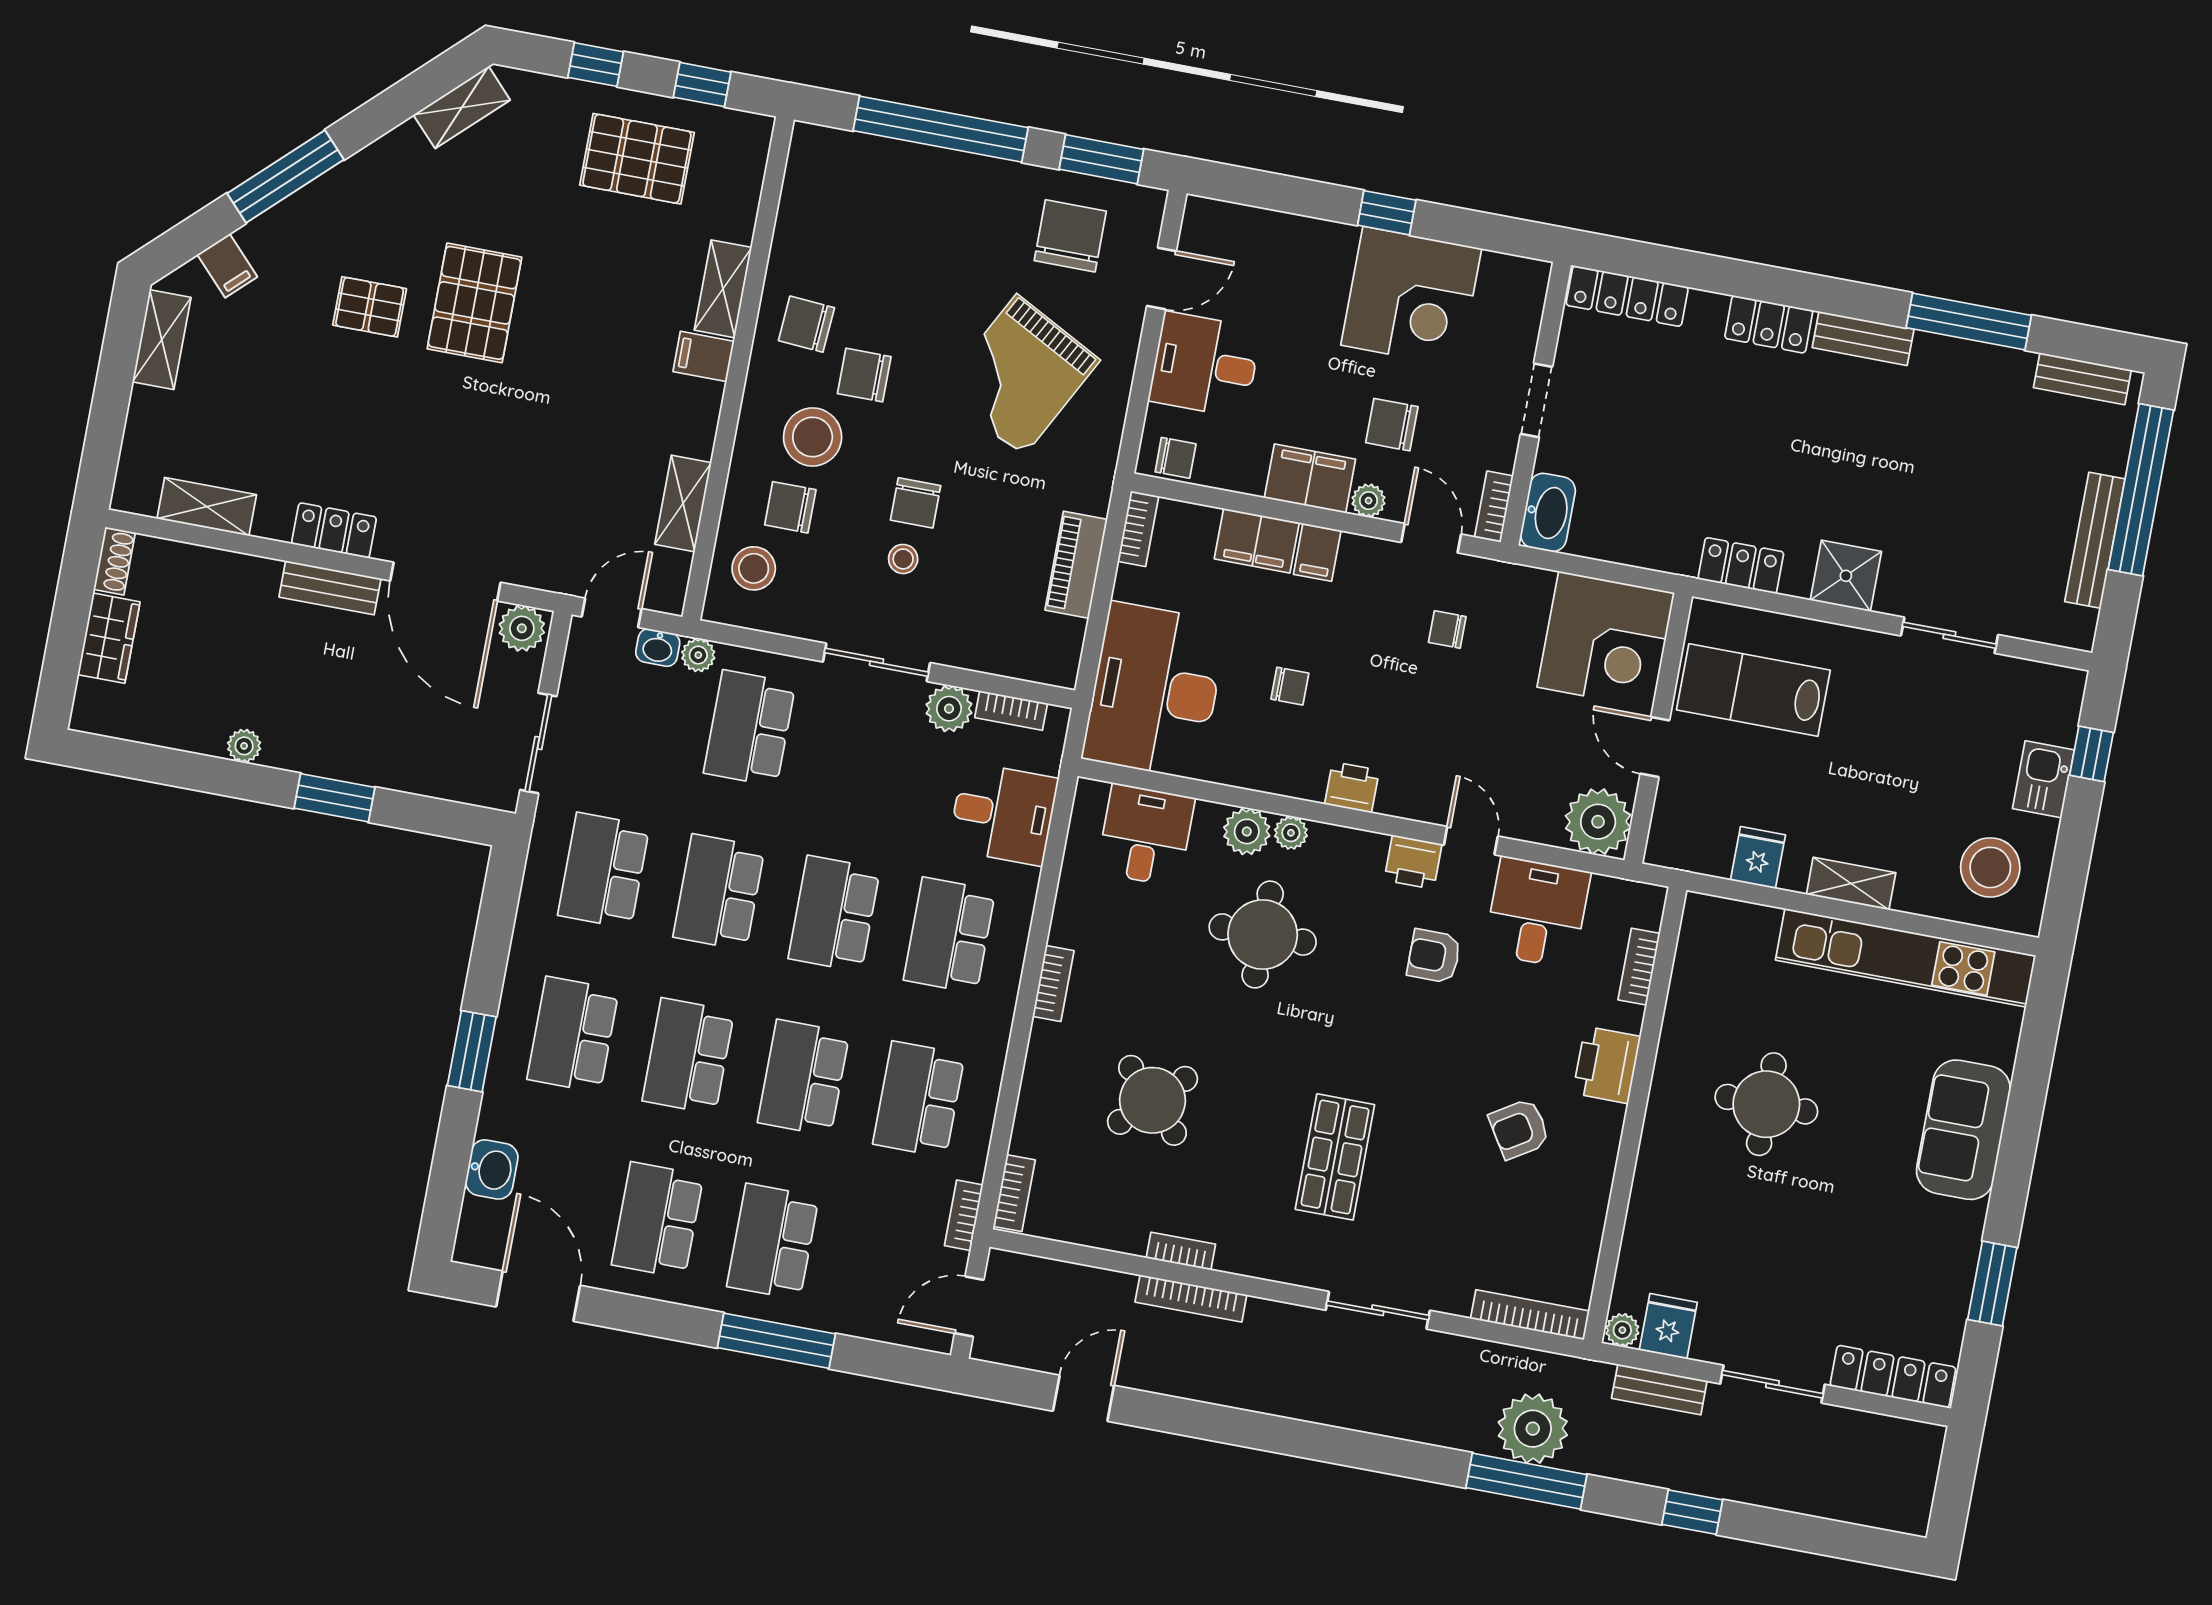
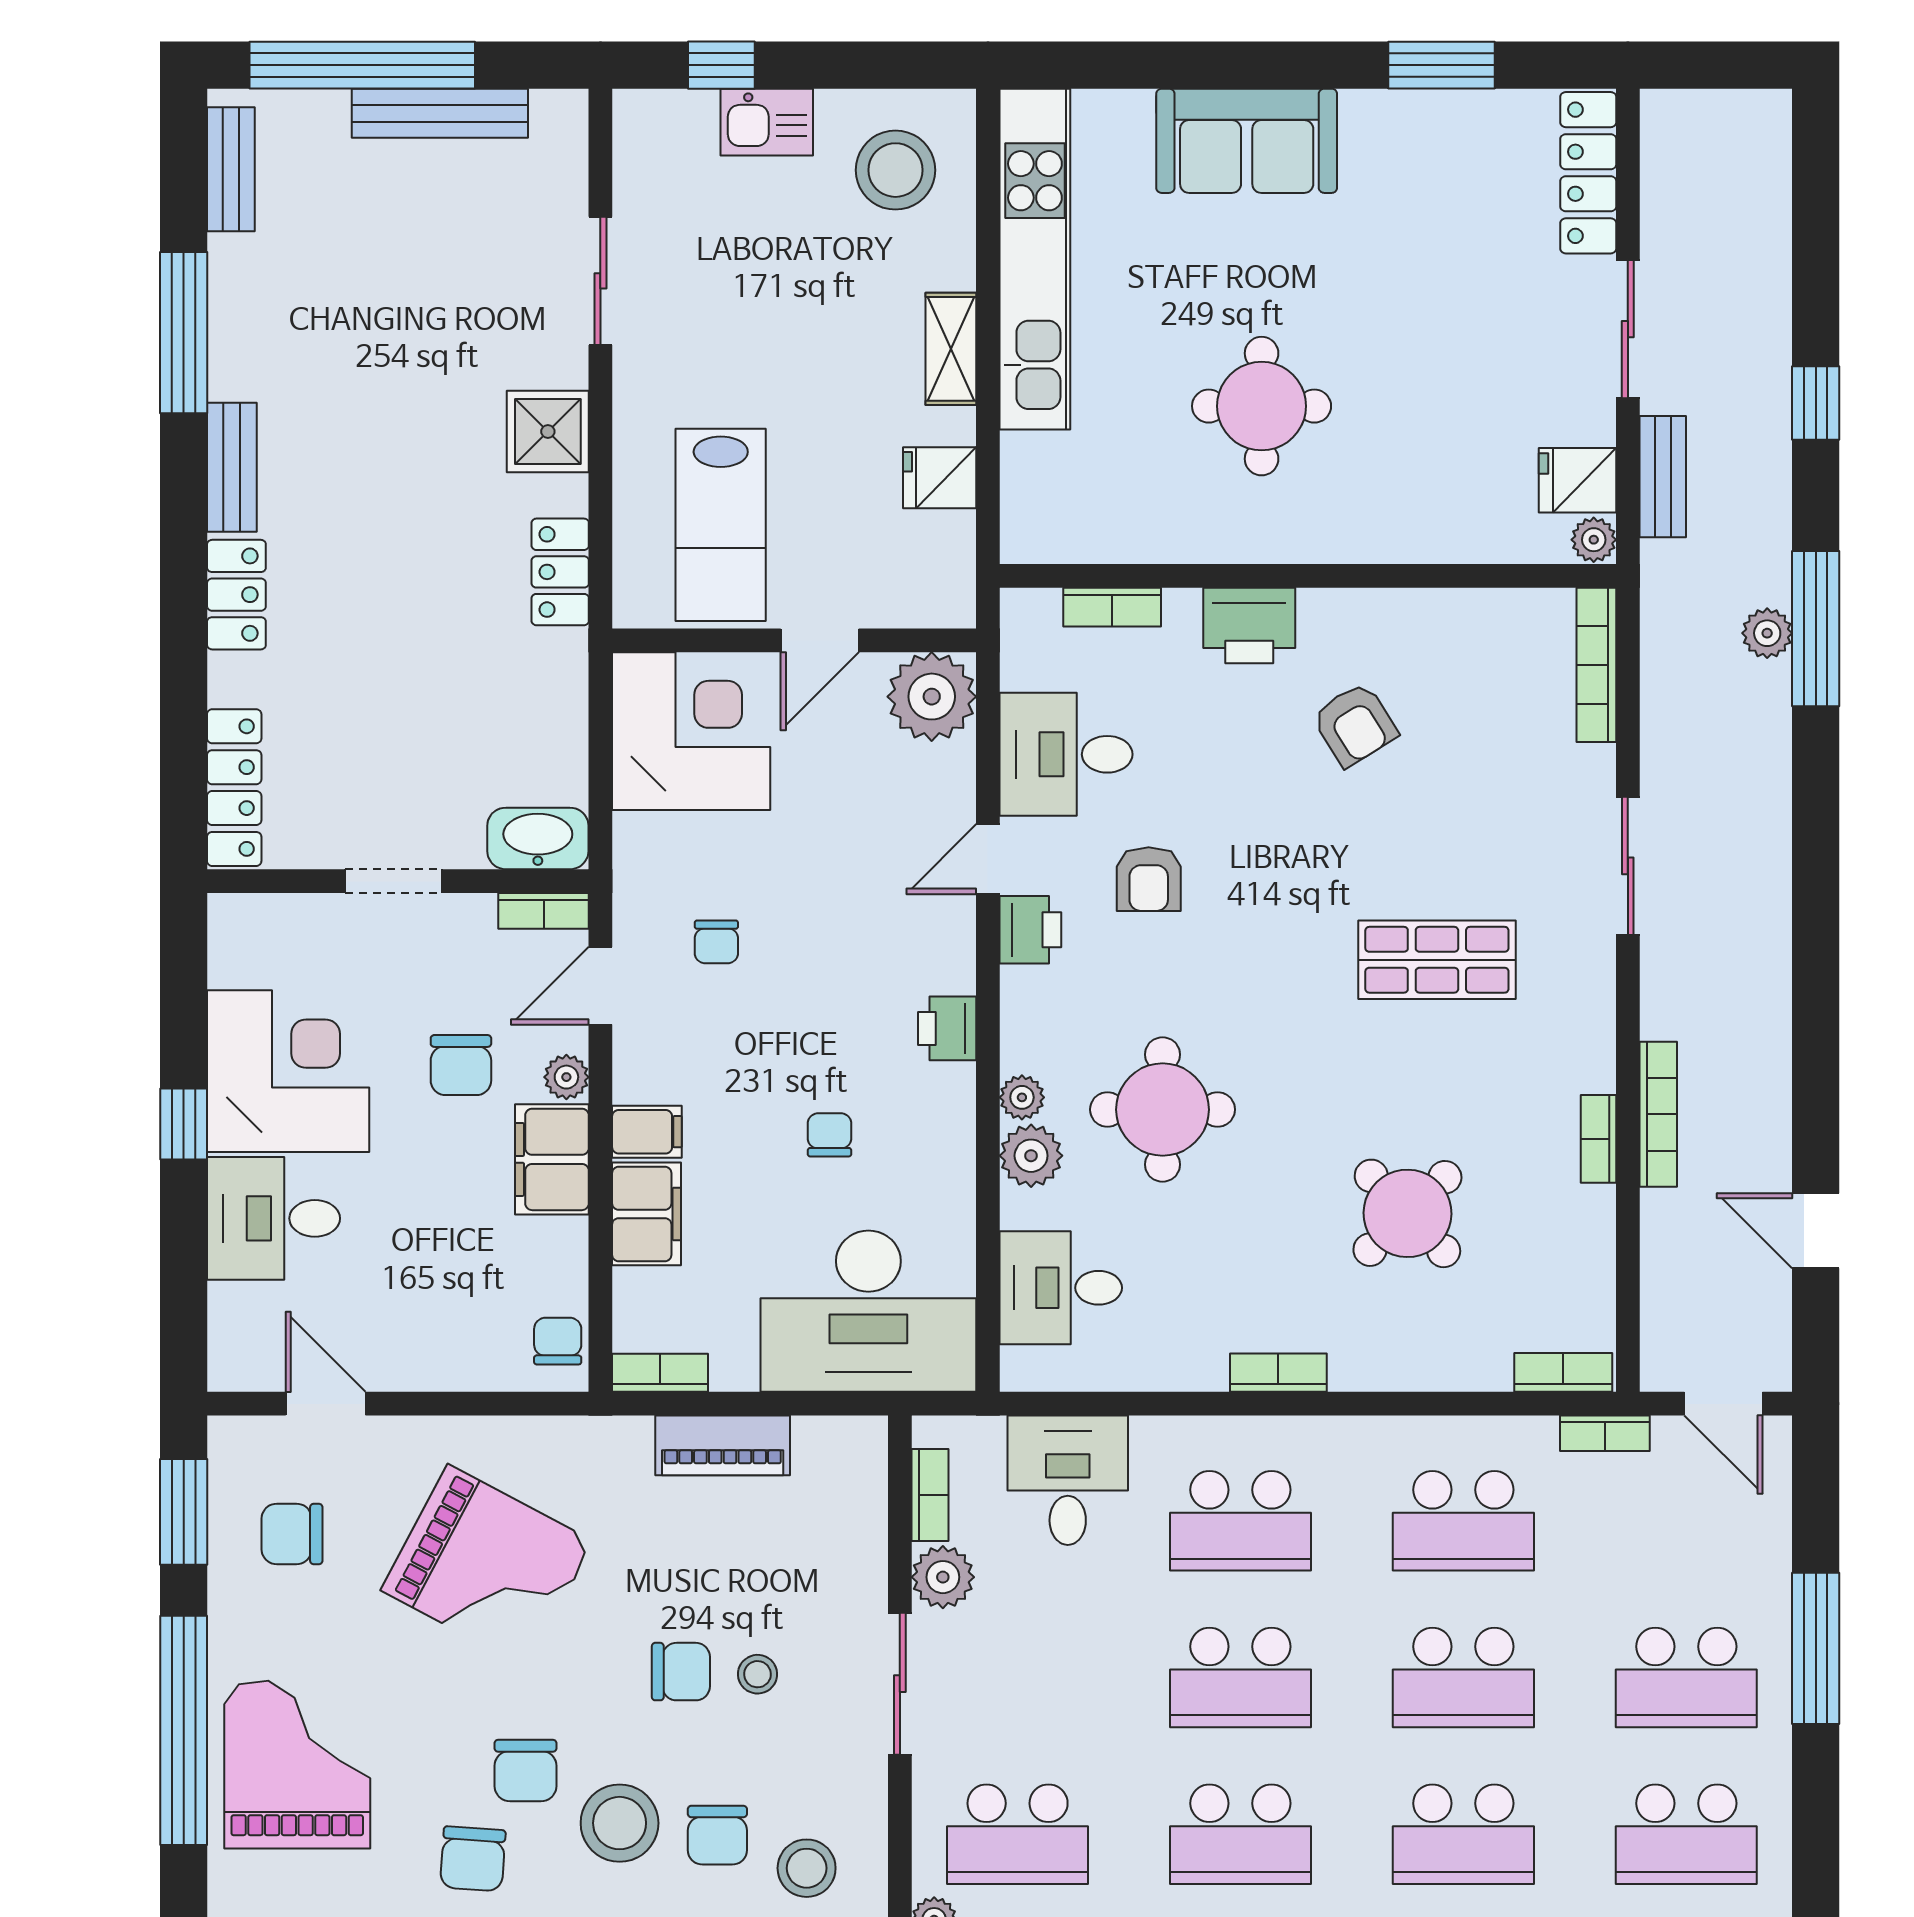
grand piano: (900, 208) -> (297, 1765), added
chair: (1070, 236) -> (292, 1534), width x0.73, depth x0.73
desk: (1205, 365) -> (274, 1218), moved, turned 90
plant: (1533, 1429) -> (1767, 633), width x0.53, depth x0.53

